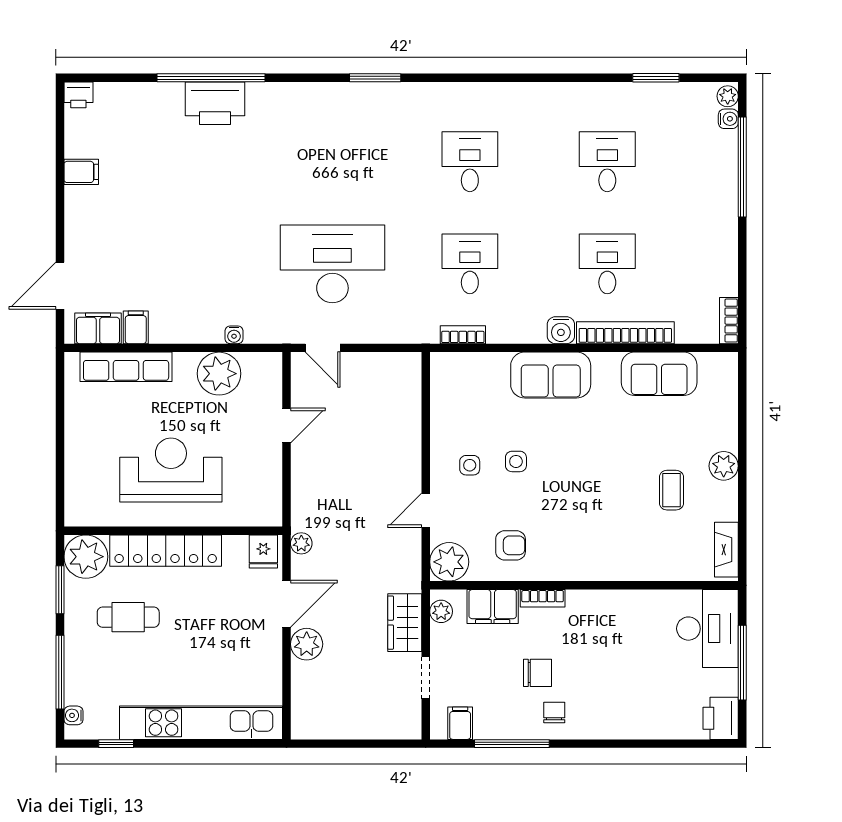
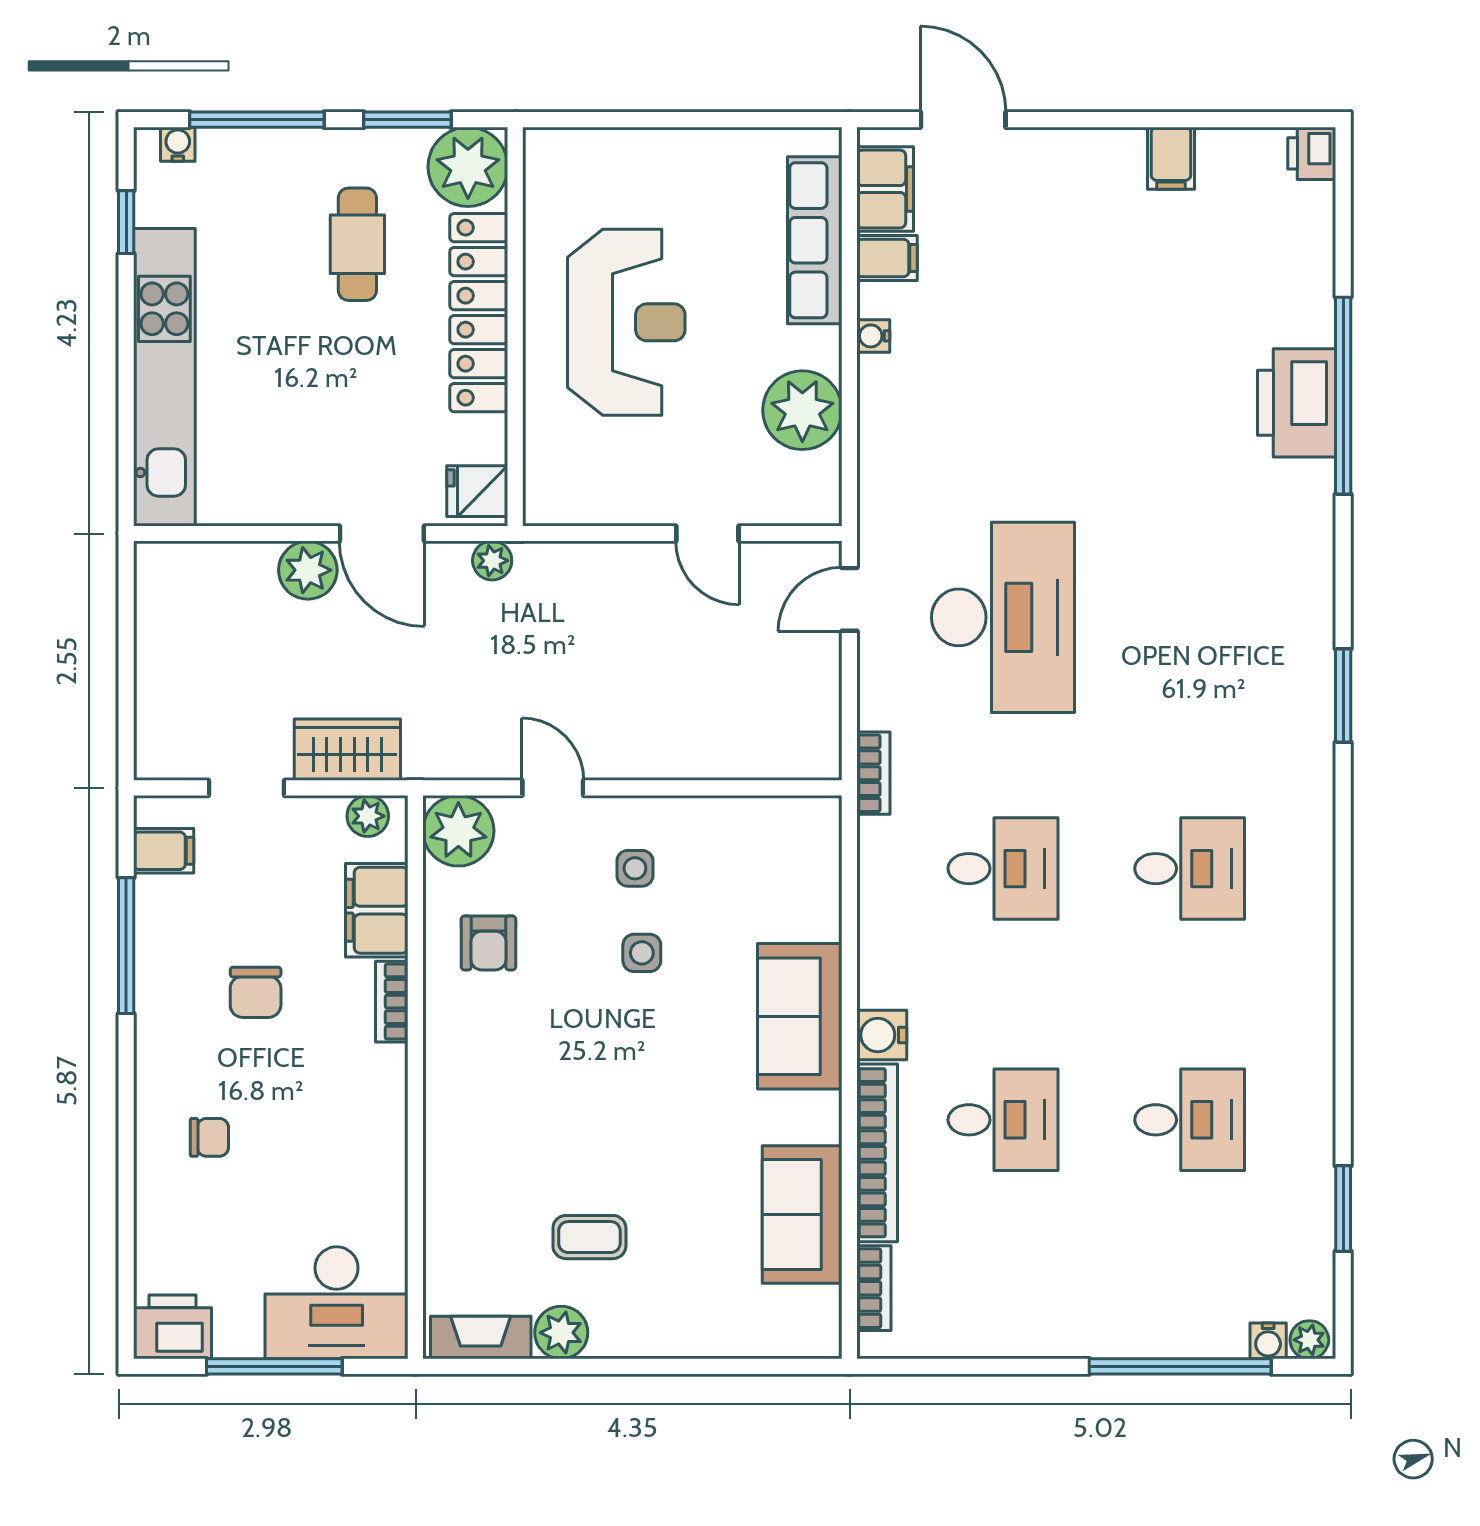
bookcase: (729, 321) -> (874, 1288), moved, turned 90
water cooler: (234, 335) -> (873, 336), moved
bookcase: (463, 335) -> (873, 773), moved
plant: (724, 466) -> (561, 1333), moved
chair: (554, 712) -> (209, 1137), moved

